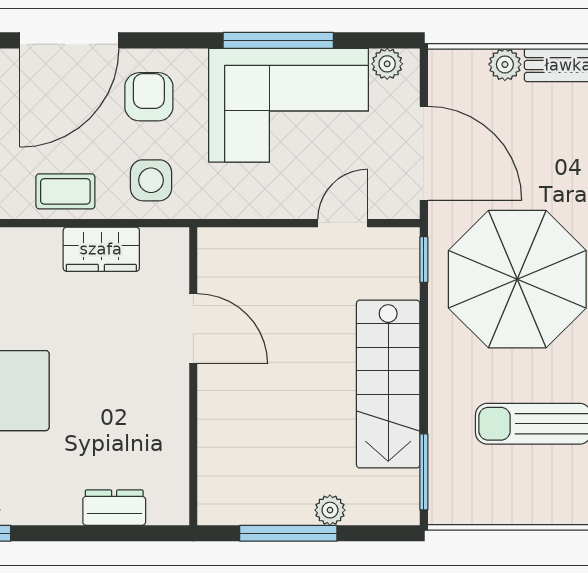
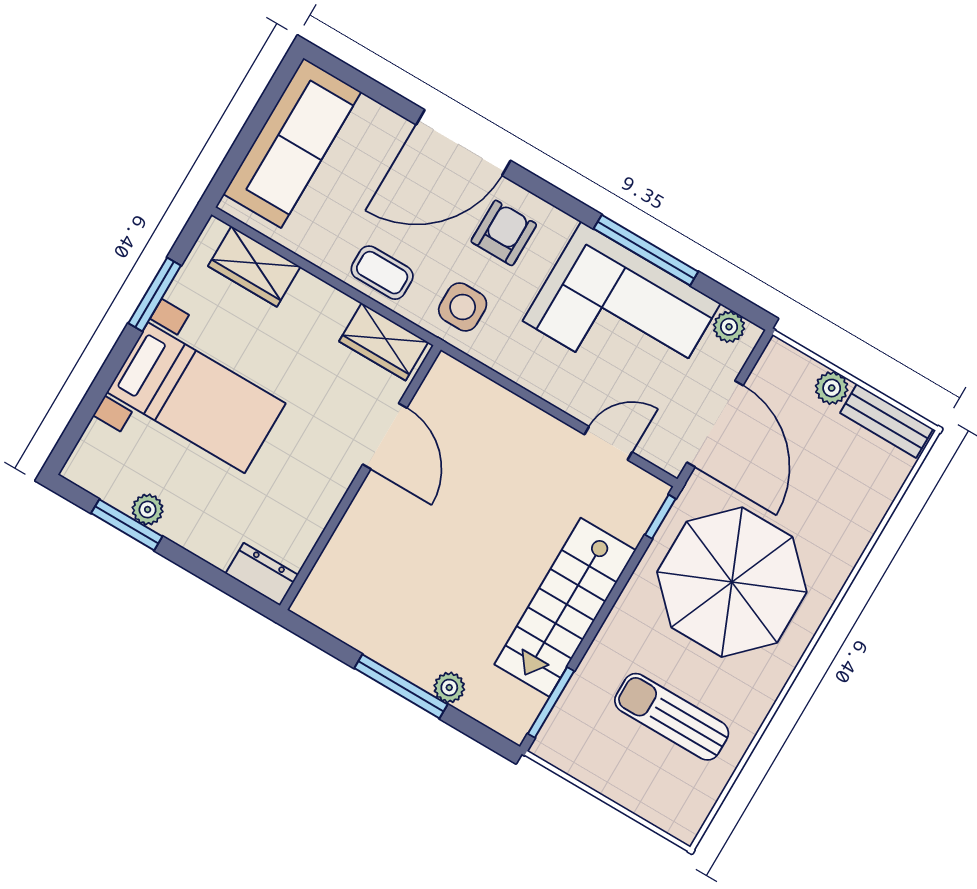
door: (193, 329) -> (385, 436), moved
wall: (193, 376) -> (360, 478), moved

